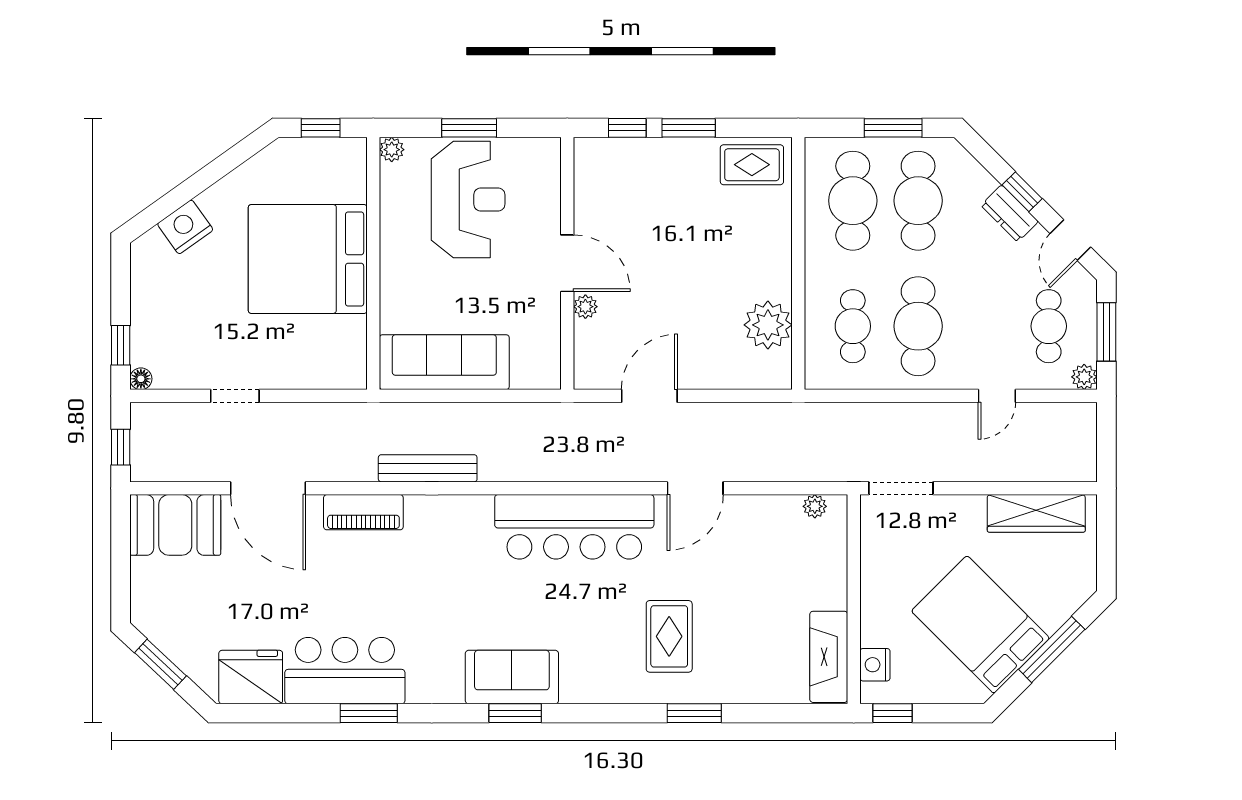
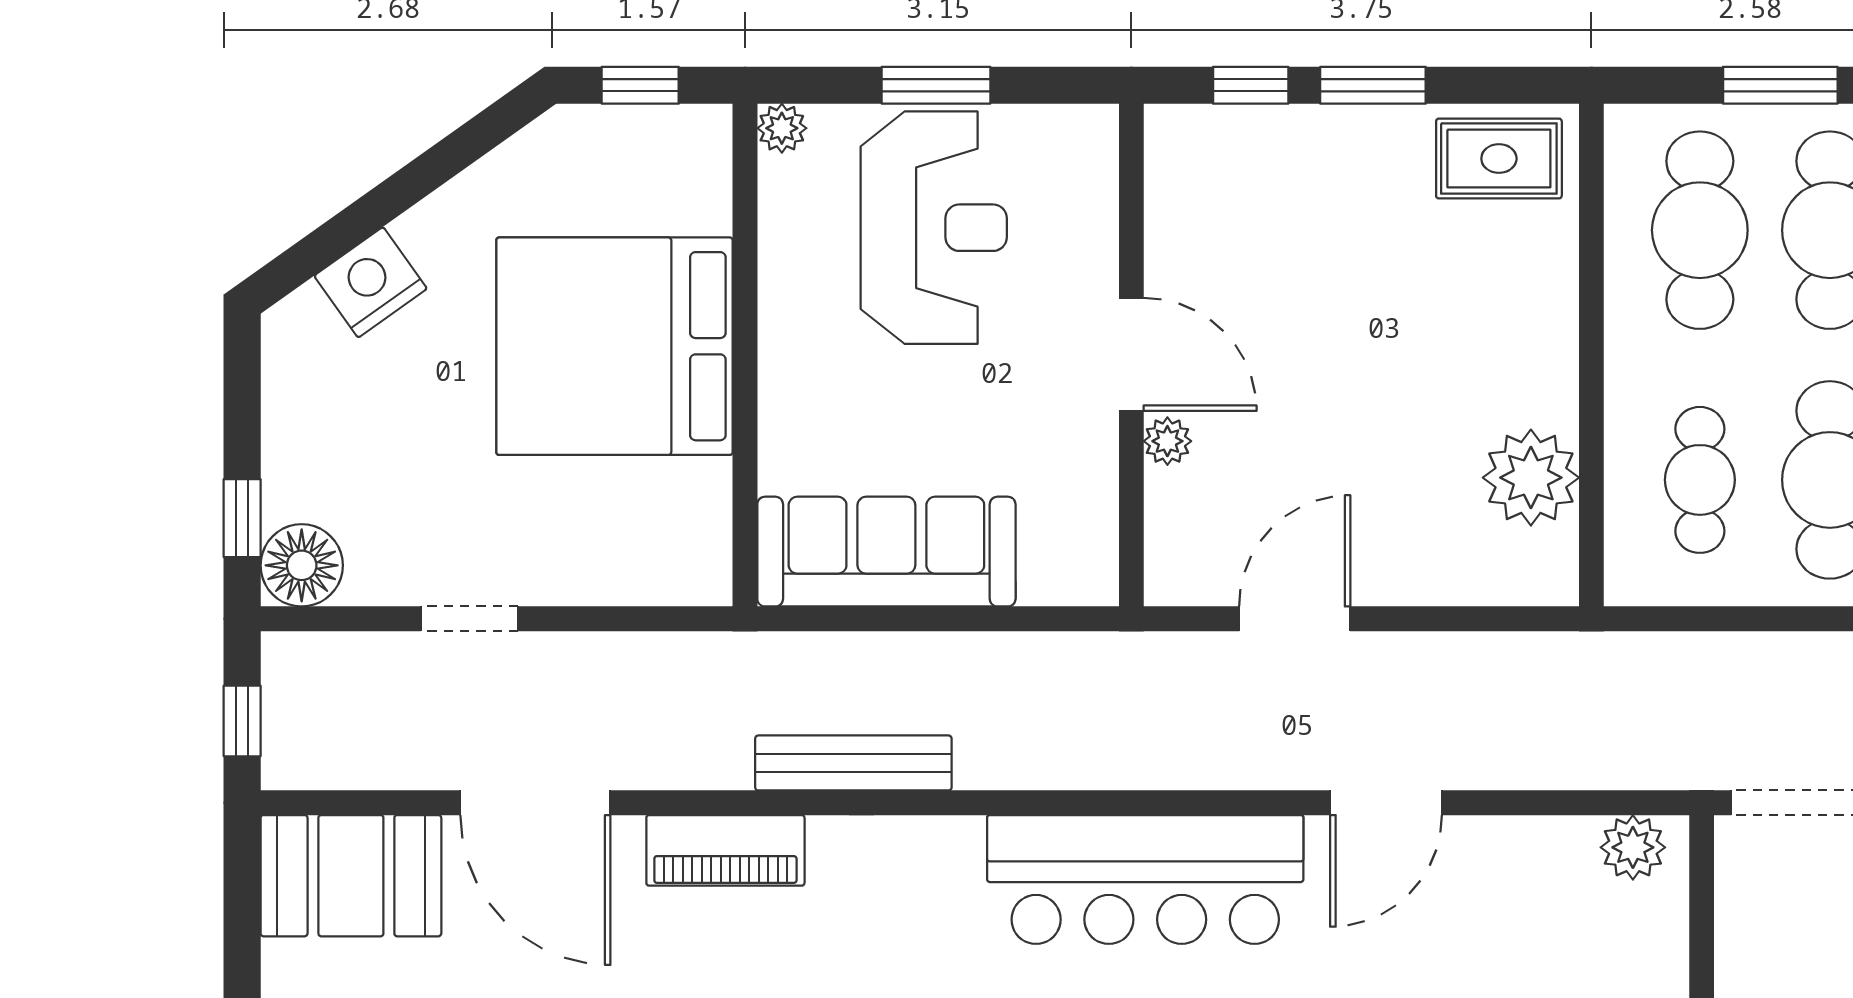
floor lamp: (141, 379) -> (302, 565), width x1.89, depth x1.89
plant: (815, 506) -> (1633, 847), width x1.38, depth x1.38

